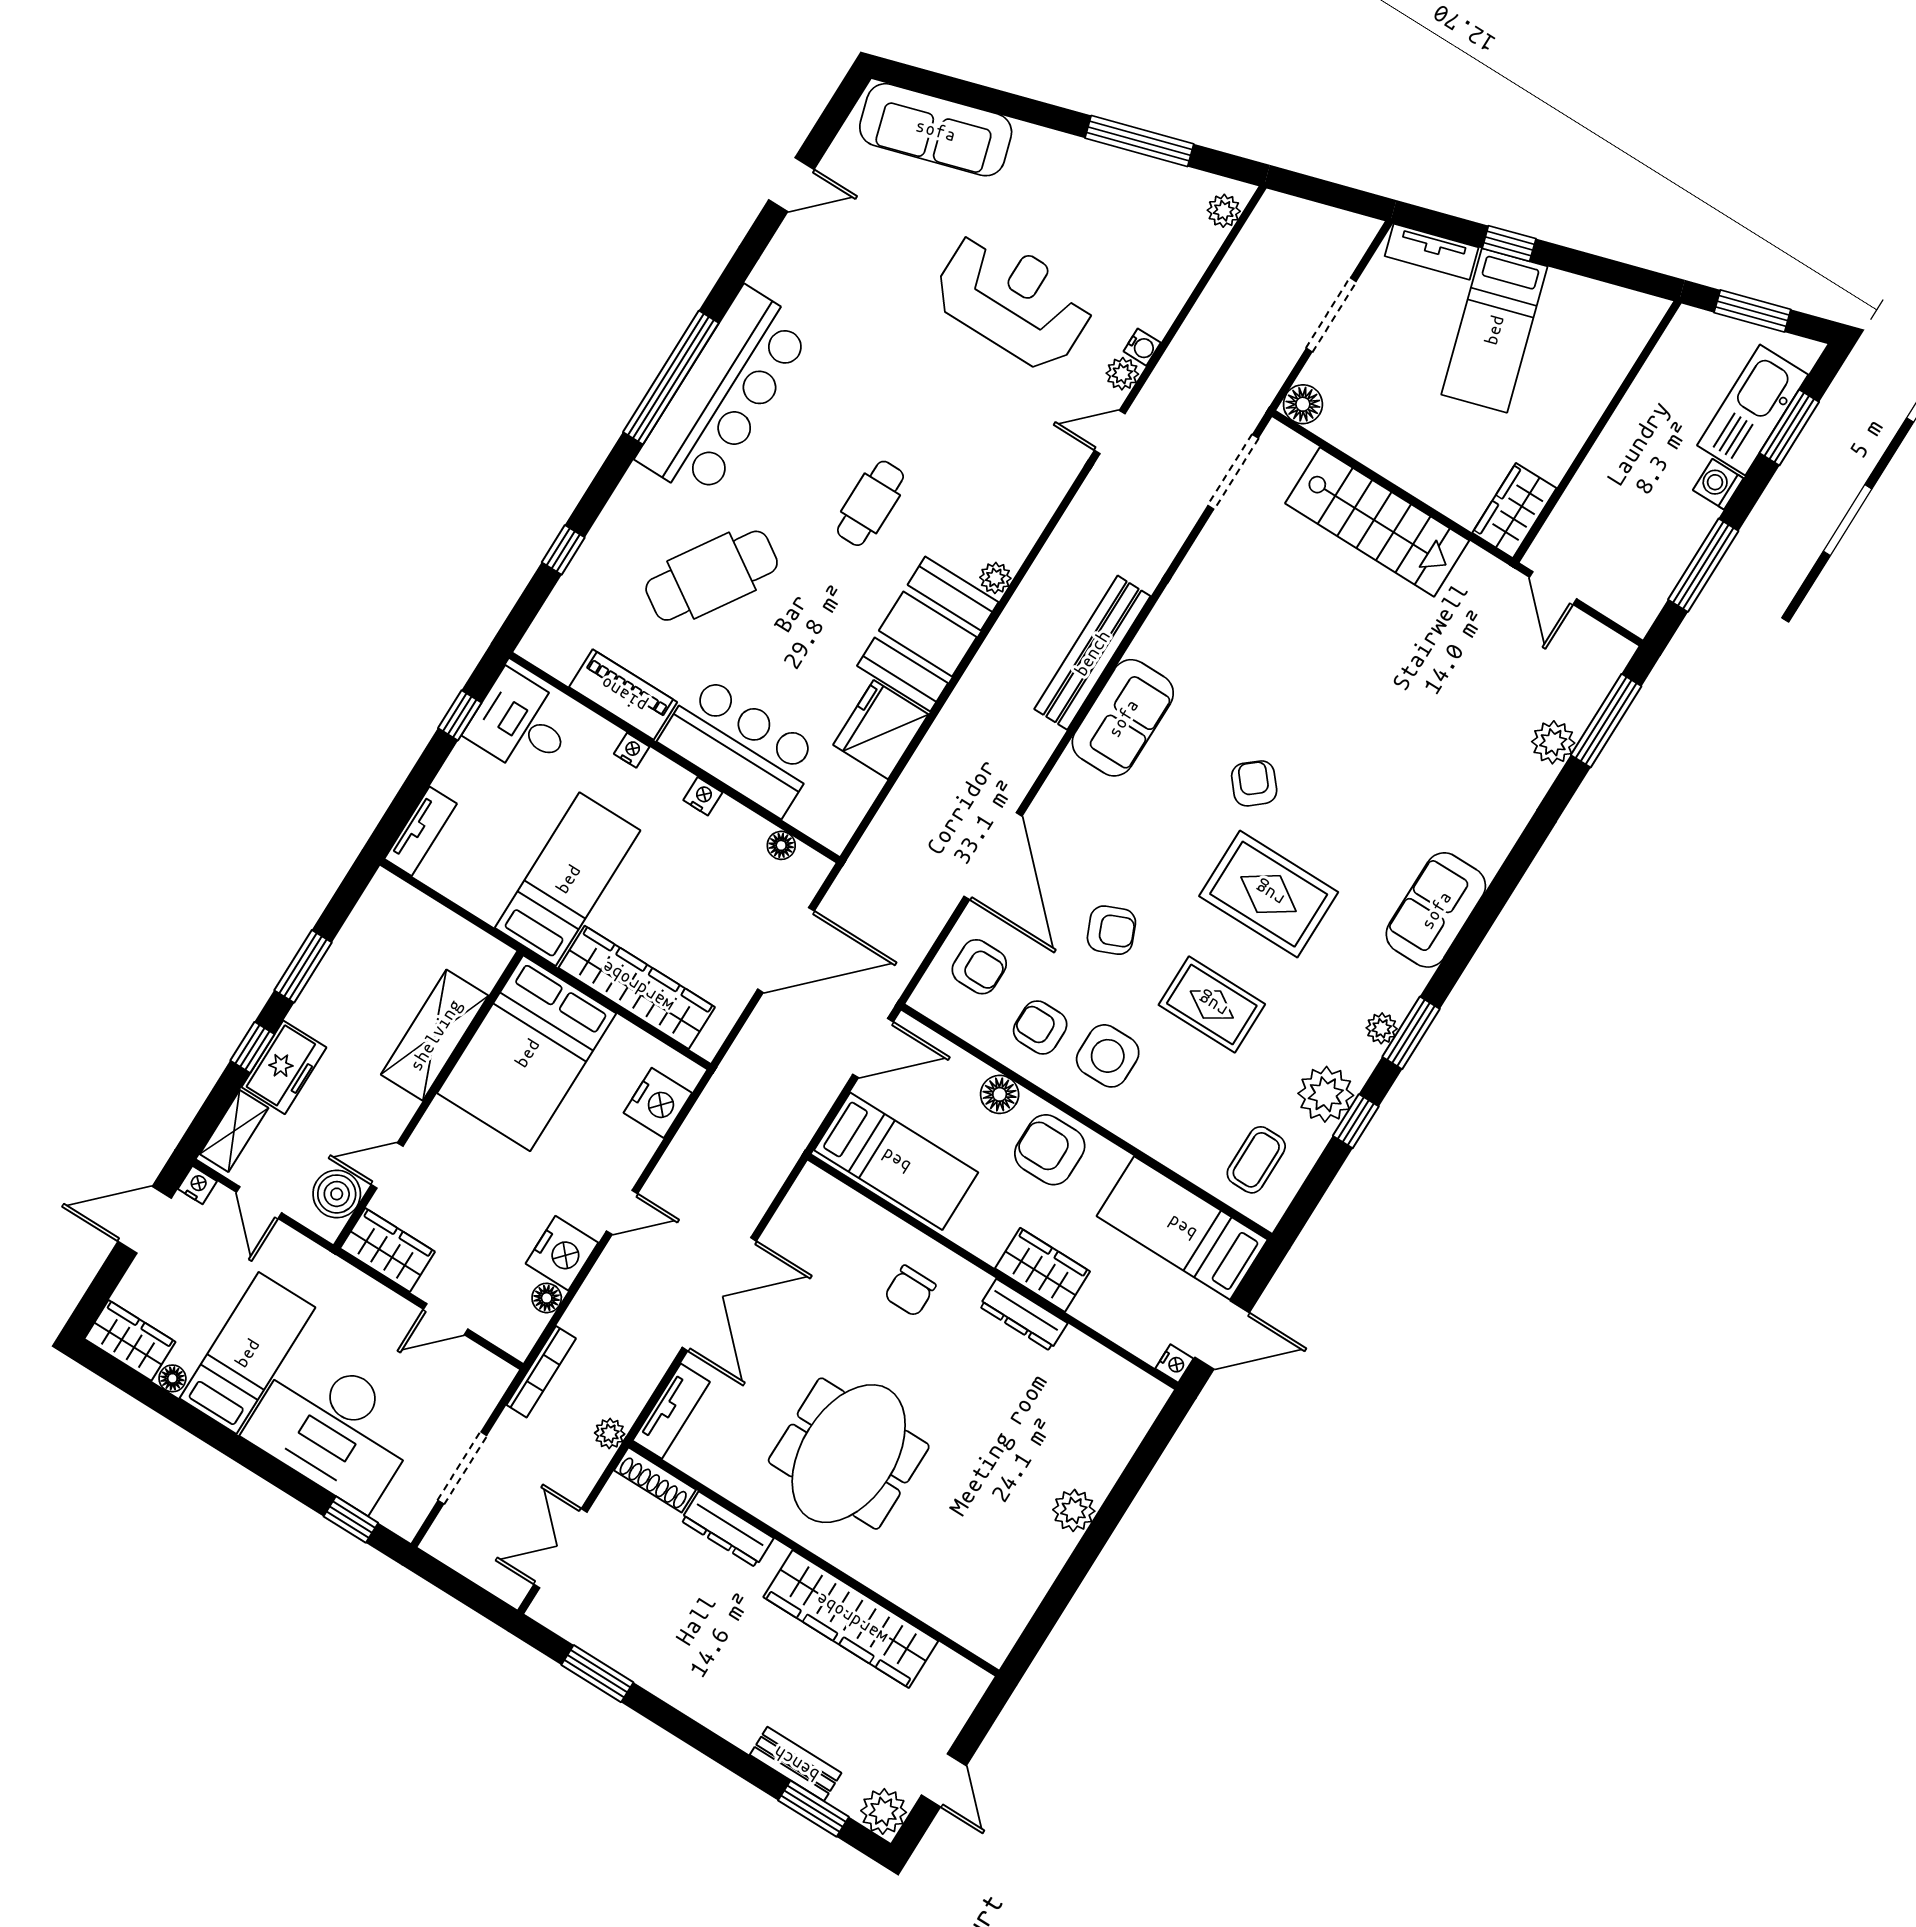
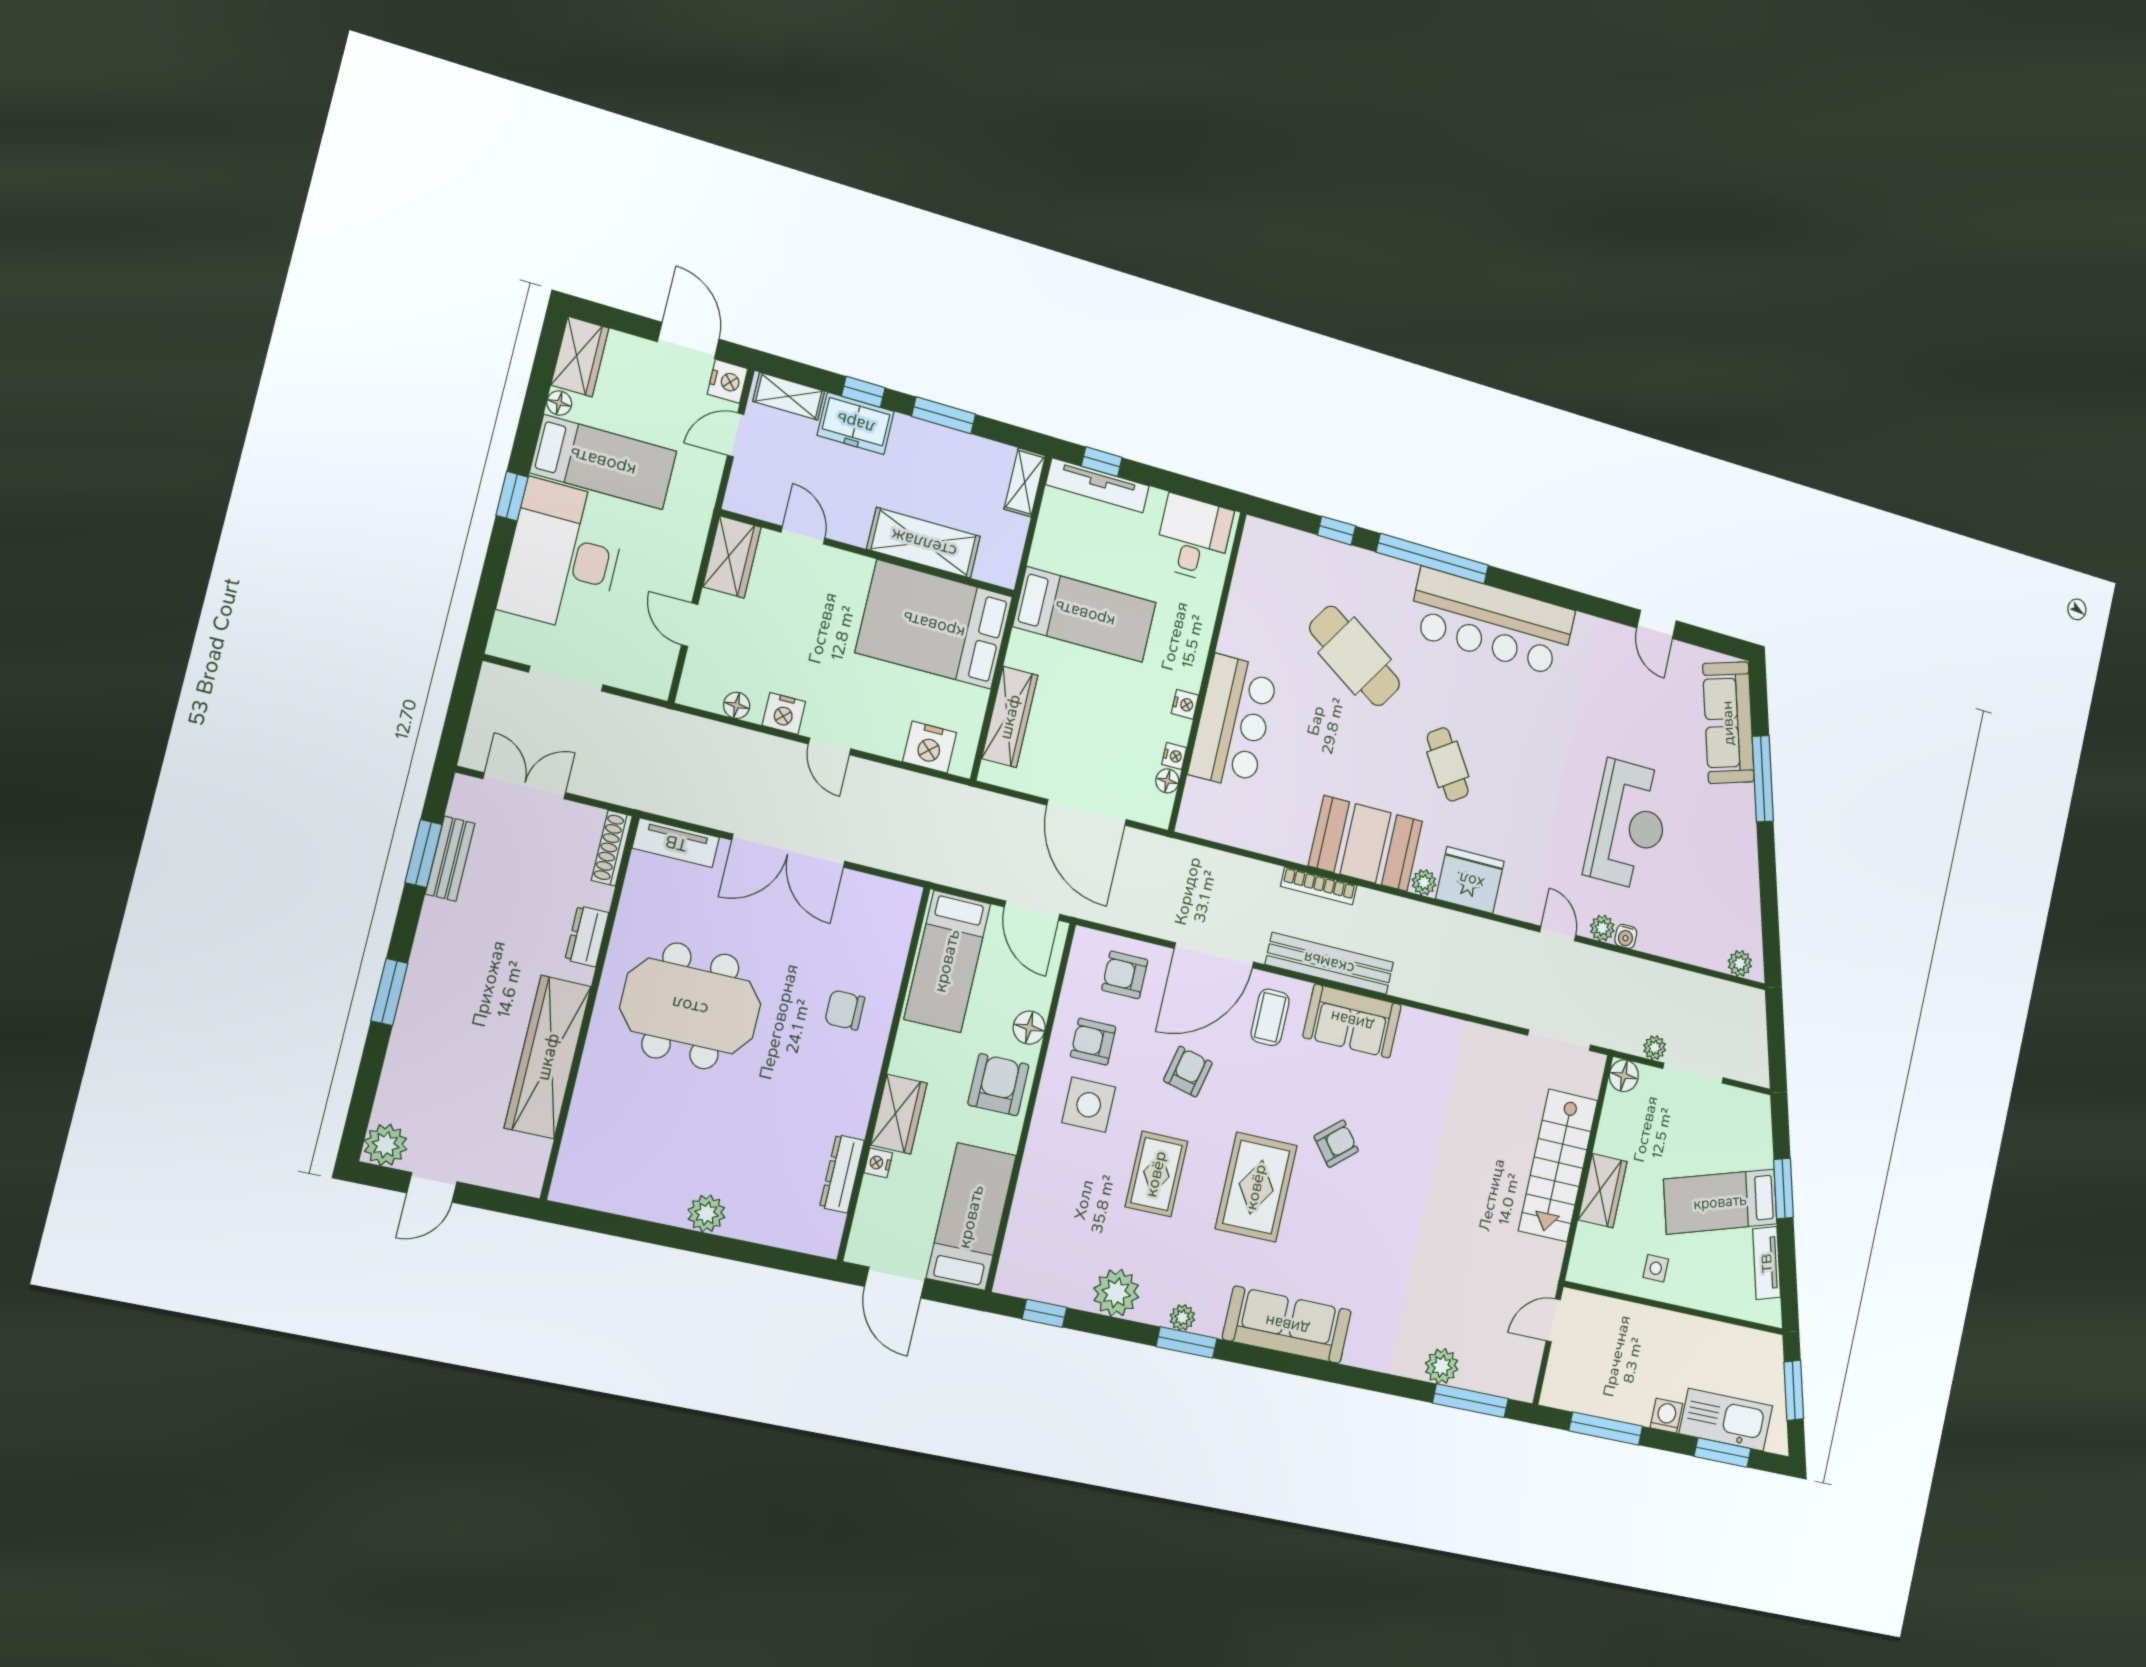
window: (1139, 141) -> (1763, 779), moved
window: (1509, 243) -> (1784, 1189), width x1.50
tv unit: (1432, 252) -> (1767, 1263), moved
window: (671, 378) -> (1433, 559), moved
side table: (1541, 440) -> (1656, 1268), added
cafe table: (870, 503) -> (1448, 764), turned 57
wardrobe: (1514, 511) -> (1603, 1191), moved, turned 90
bench: (1092, 653) -> (1329, 963), moved
piano: (623, 695) -> (1242, 614), removed
window: (460, 715) -> (1102, 462), moved
fridge: (881, 730) -> (1470, 880), moved
nightstand: (632, 750) -> (1174, 756), moved
tv unit: (421, 831) -> (1098, 485), width x1.41
shelving: (402, 899) -> (1025, 482), added
sofa: (1436, 910) -> (1287, 1325), width x1.36
armchair: (1111, 930) -> (1188, 1072), turned -144
armchair: (979, 967) -> (1125, 975), turned 90
wardrobe: (637, 987) -> (1010, 717), width x0.71, depth x0.85
armchair: (1040, 1027) -> (1093, 1042), turned -90
window: (1356, 1121) -> (1044, 1313), moved
coffee table: (1256, 1160) -> (1270, 1017), moved, turned 90
nightstand: (197, 1185) -> (728, 381), width x1.39, depth x1.35
boiler: (337, 1194) -> (765, 499), removed
nightstand: (562, 1253) -> (784, 713), width x0.74, depth x0.75
dresser: (1023, 1315) -> (842, 1174), moved
nightstand: (1174, 1364) -> (878, 1163), moved, turned 90
bookcase: (541, 1372) -> (1319, 886), moved
plant: (610, 1433) -> (1655, 1048), moved
window: (351, 1520) -> (512, 496), moved
dresser: (727, 1529) -> (587, 936), width x0.70
bench: (796, 1764) -> (450, 859), moved
window: (813, 1809) -> (389, 992), moved

